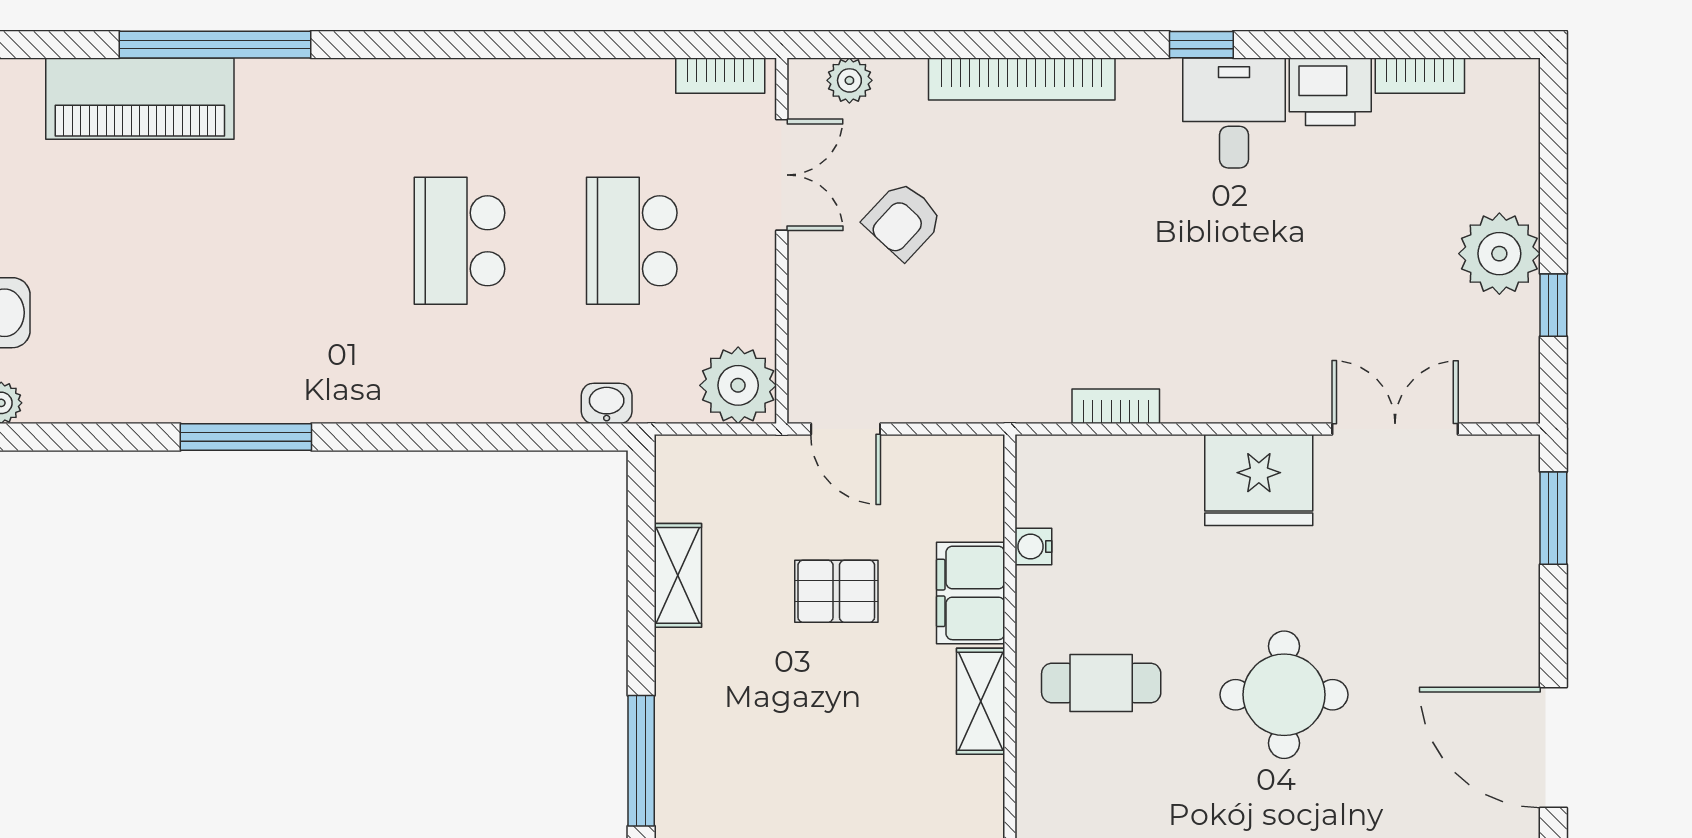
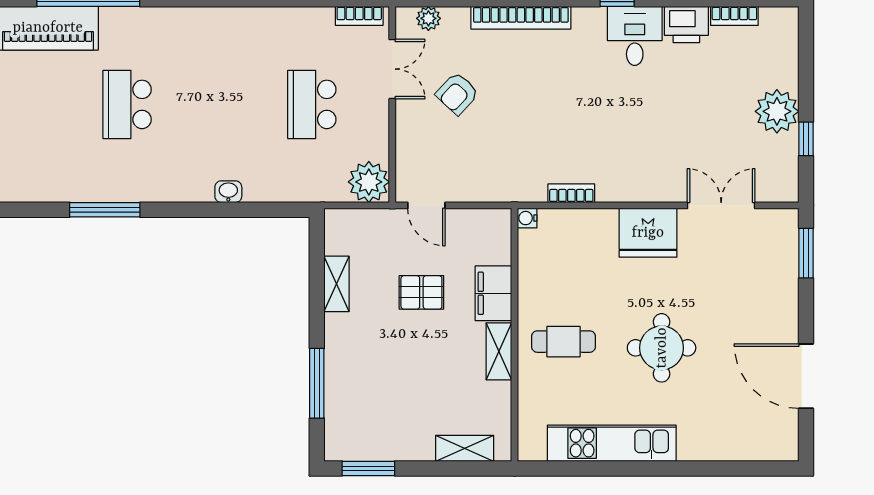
school desk: (460, 241) -> (127, 104), moved
washbasin: (607, 403) -> (228, 192), moved
water cooler: (1033, 546) -> (527, 218), moved

